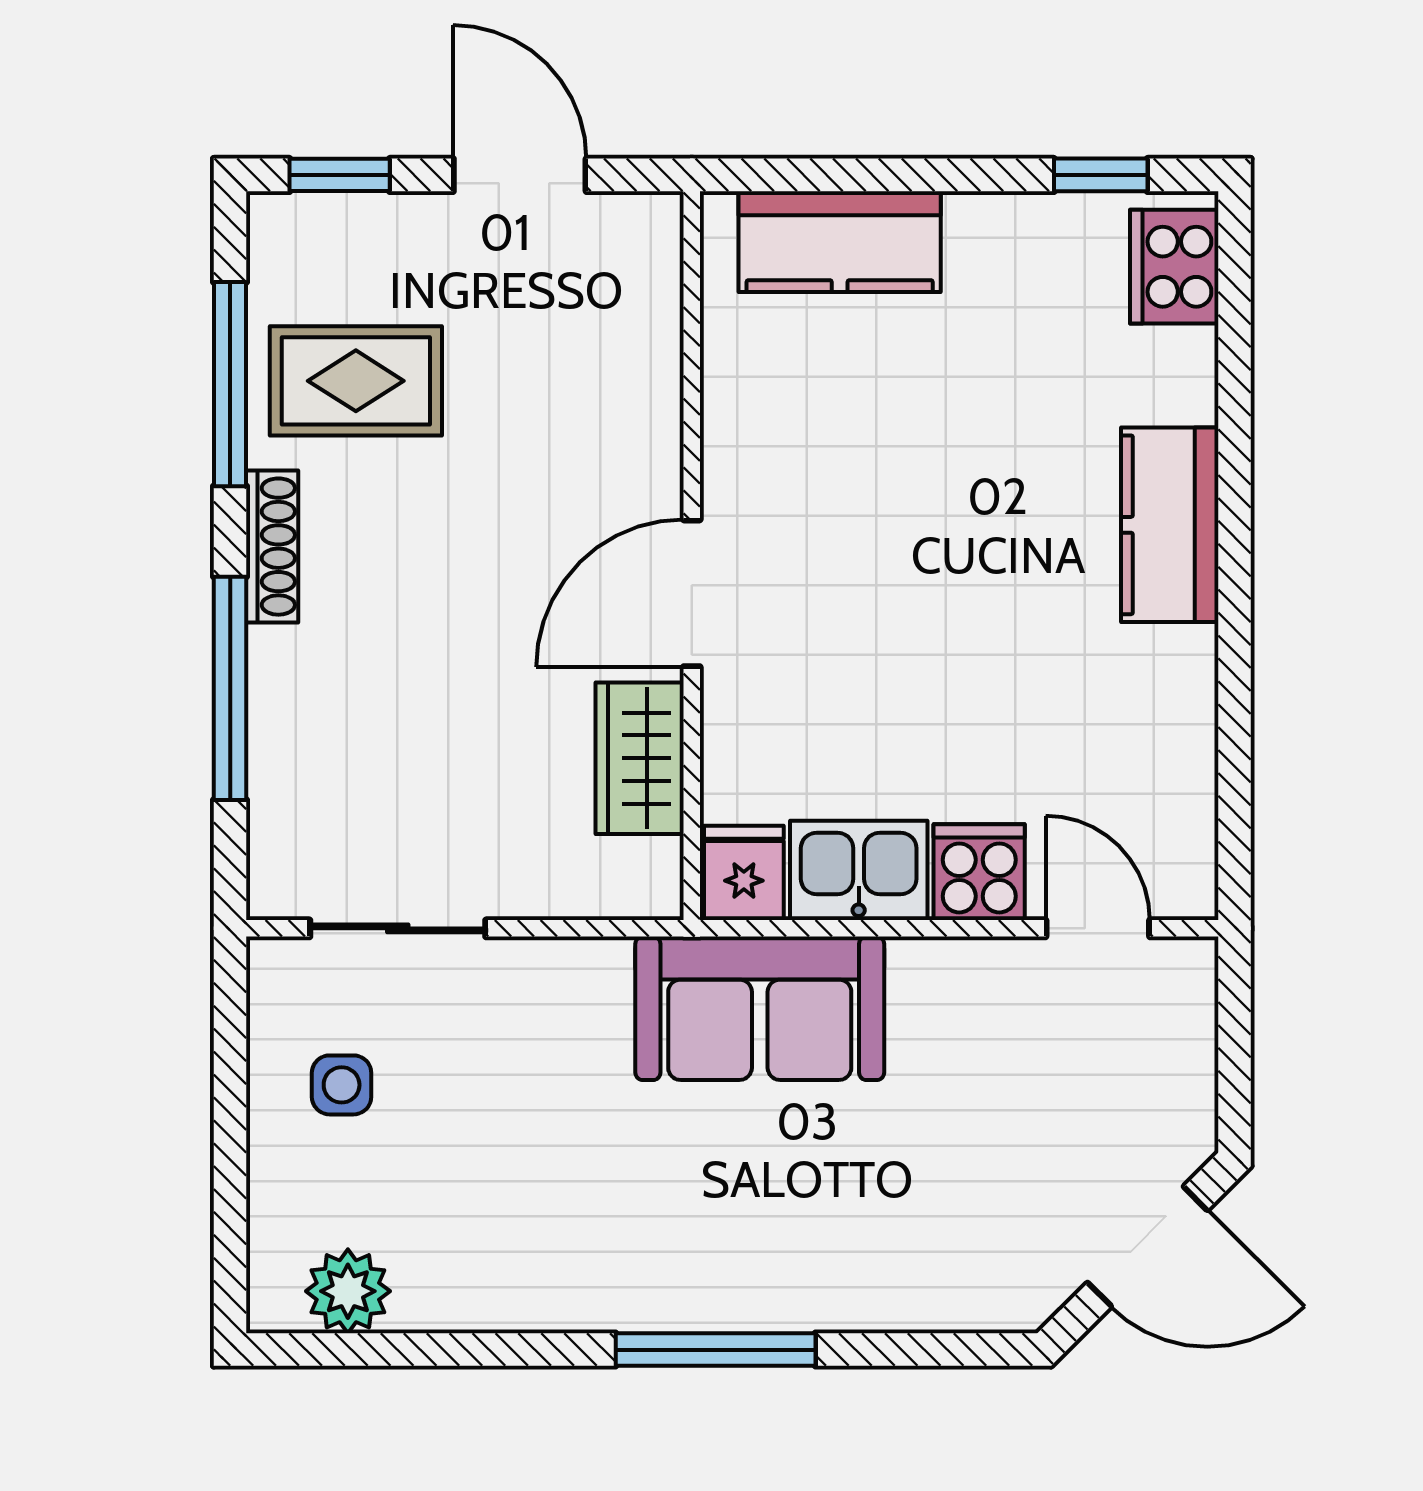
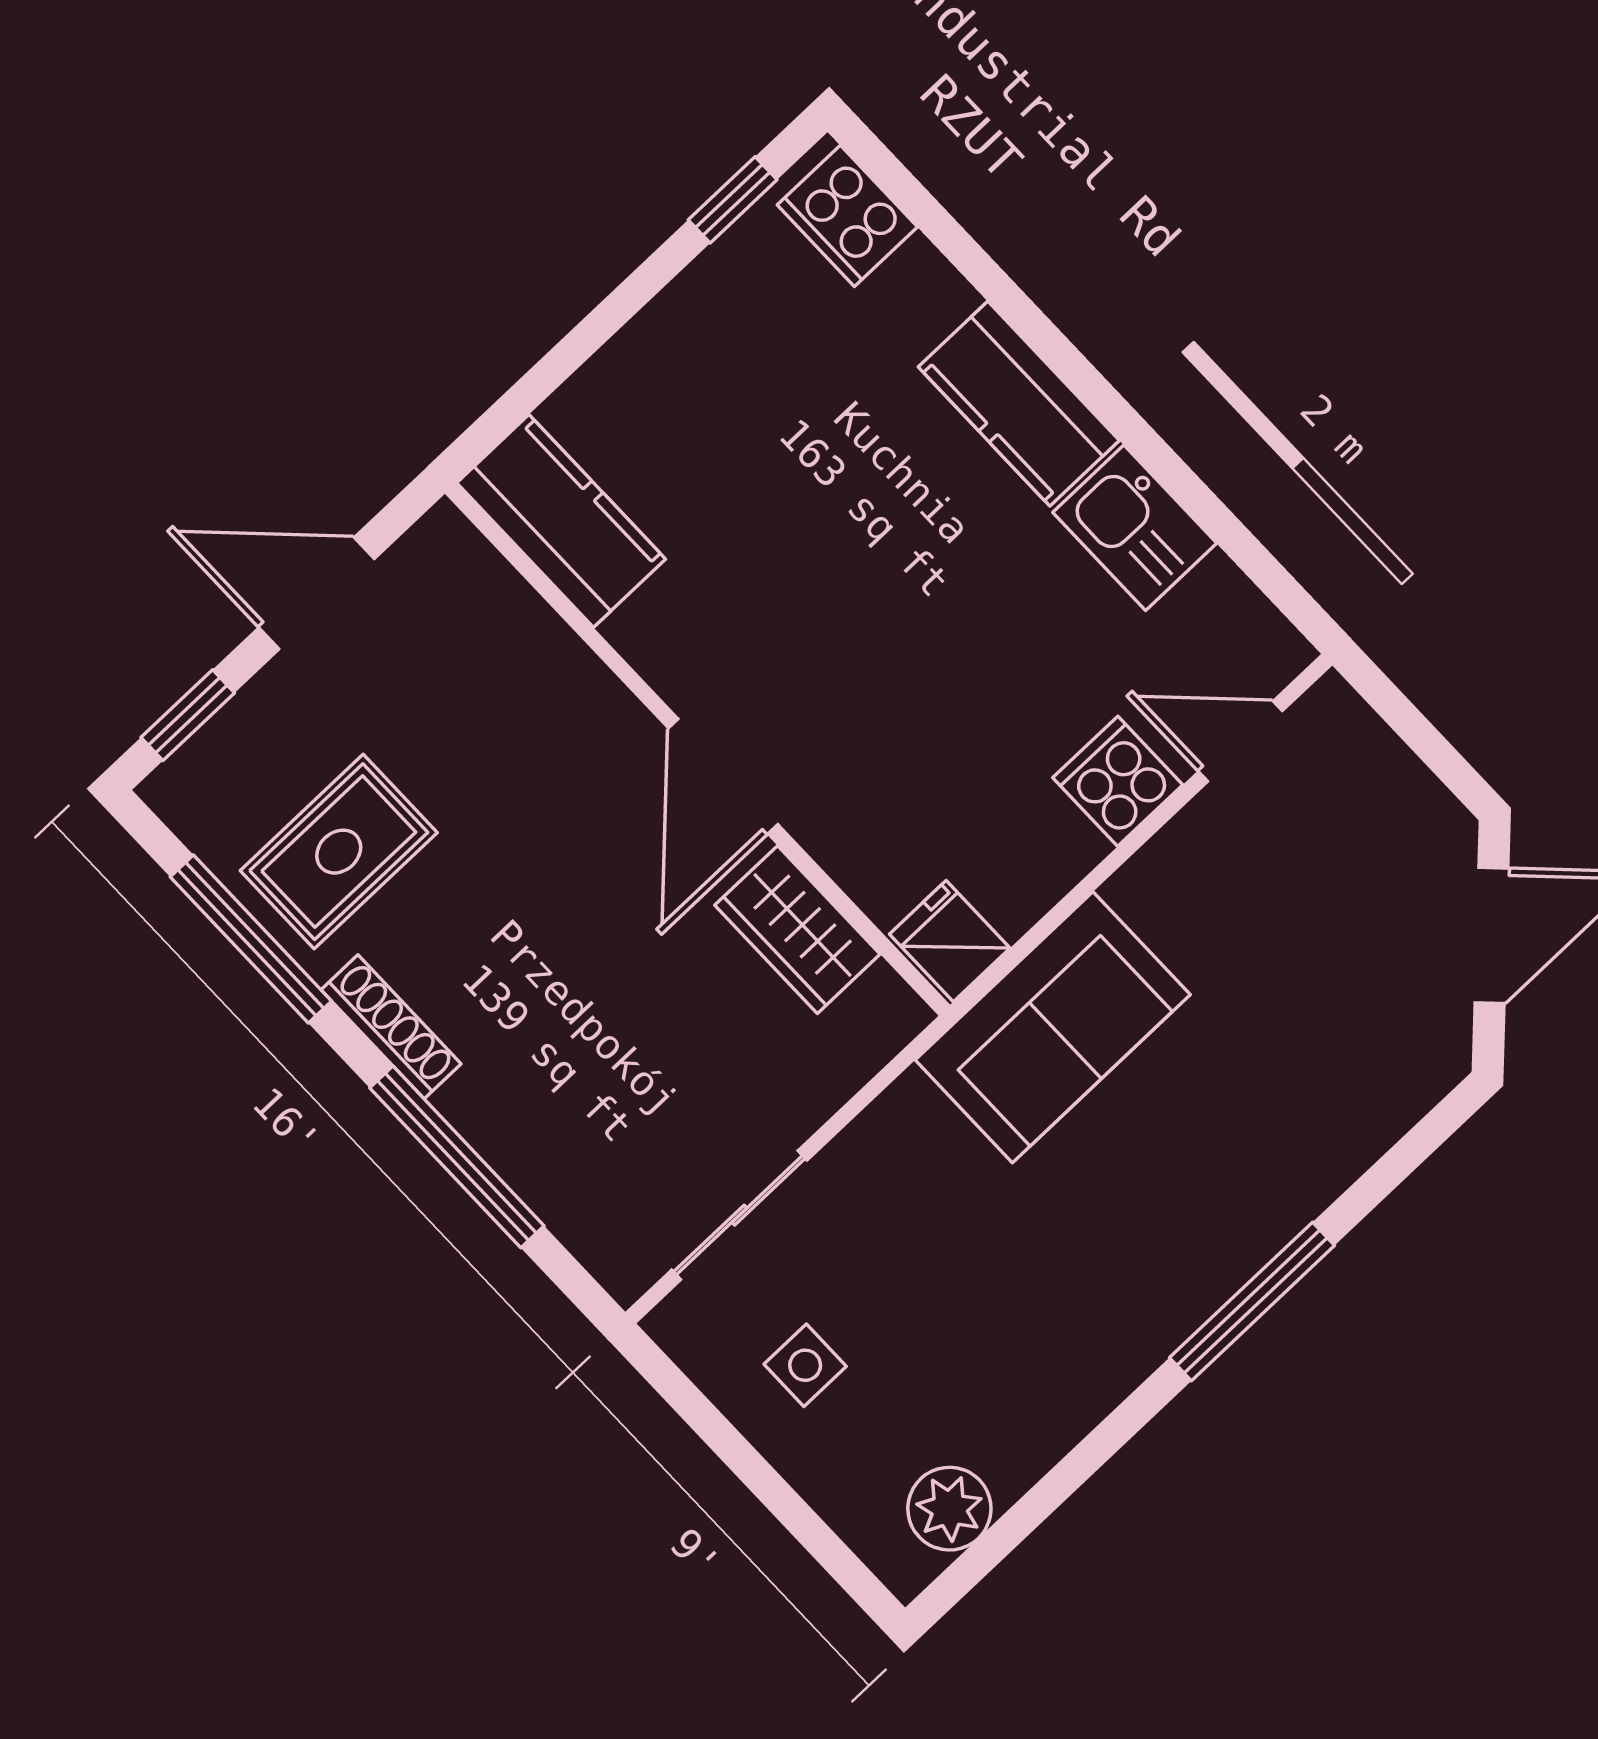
kitchen counter: (840, 242) -> (561, 521), moved, turned -90
kitchen sink: (859, 870) -> (1135, 528), moved, turned -90

